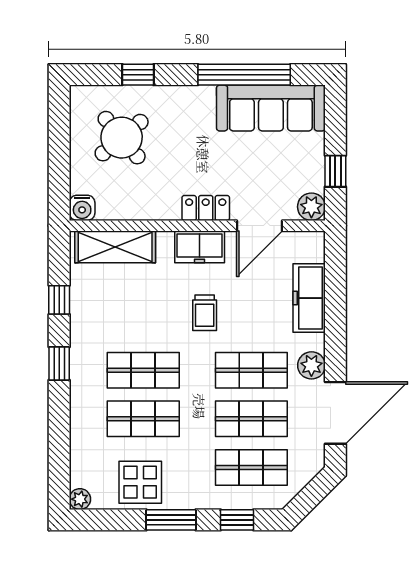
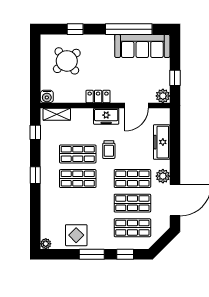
locker: (206, 208) -> (98, 97), moved
shelving: (115, 247) -> (57, 114), width x0.67, depth x0.75
window: (59, 300) -> (35, 132), moved
shop shelf: (143, 419) -> (78, 154), moved

